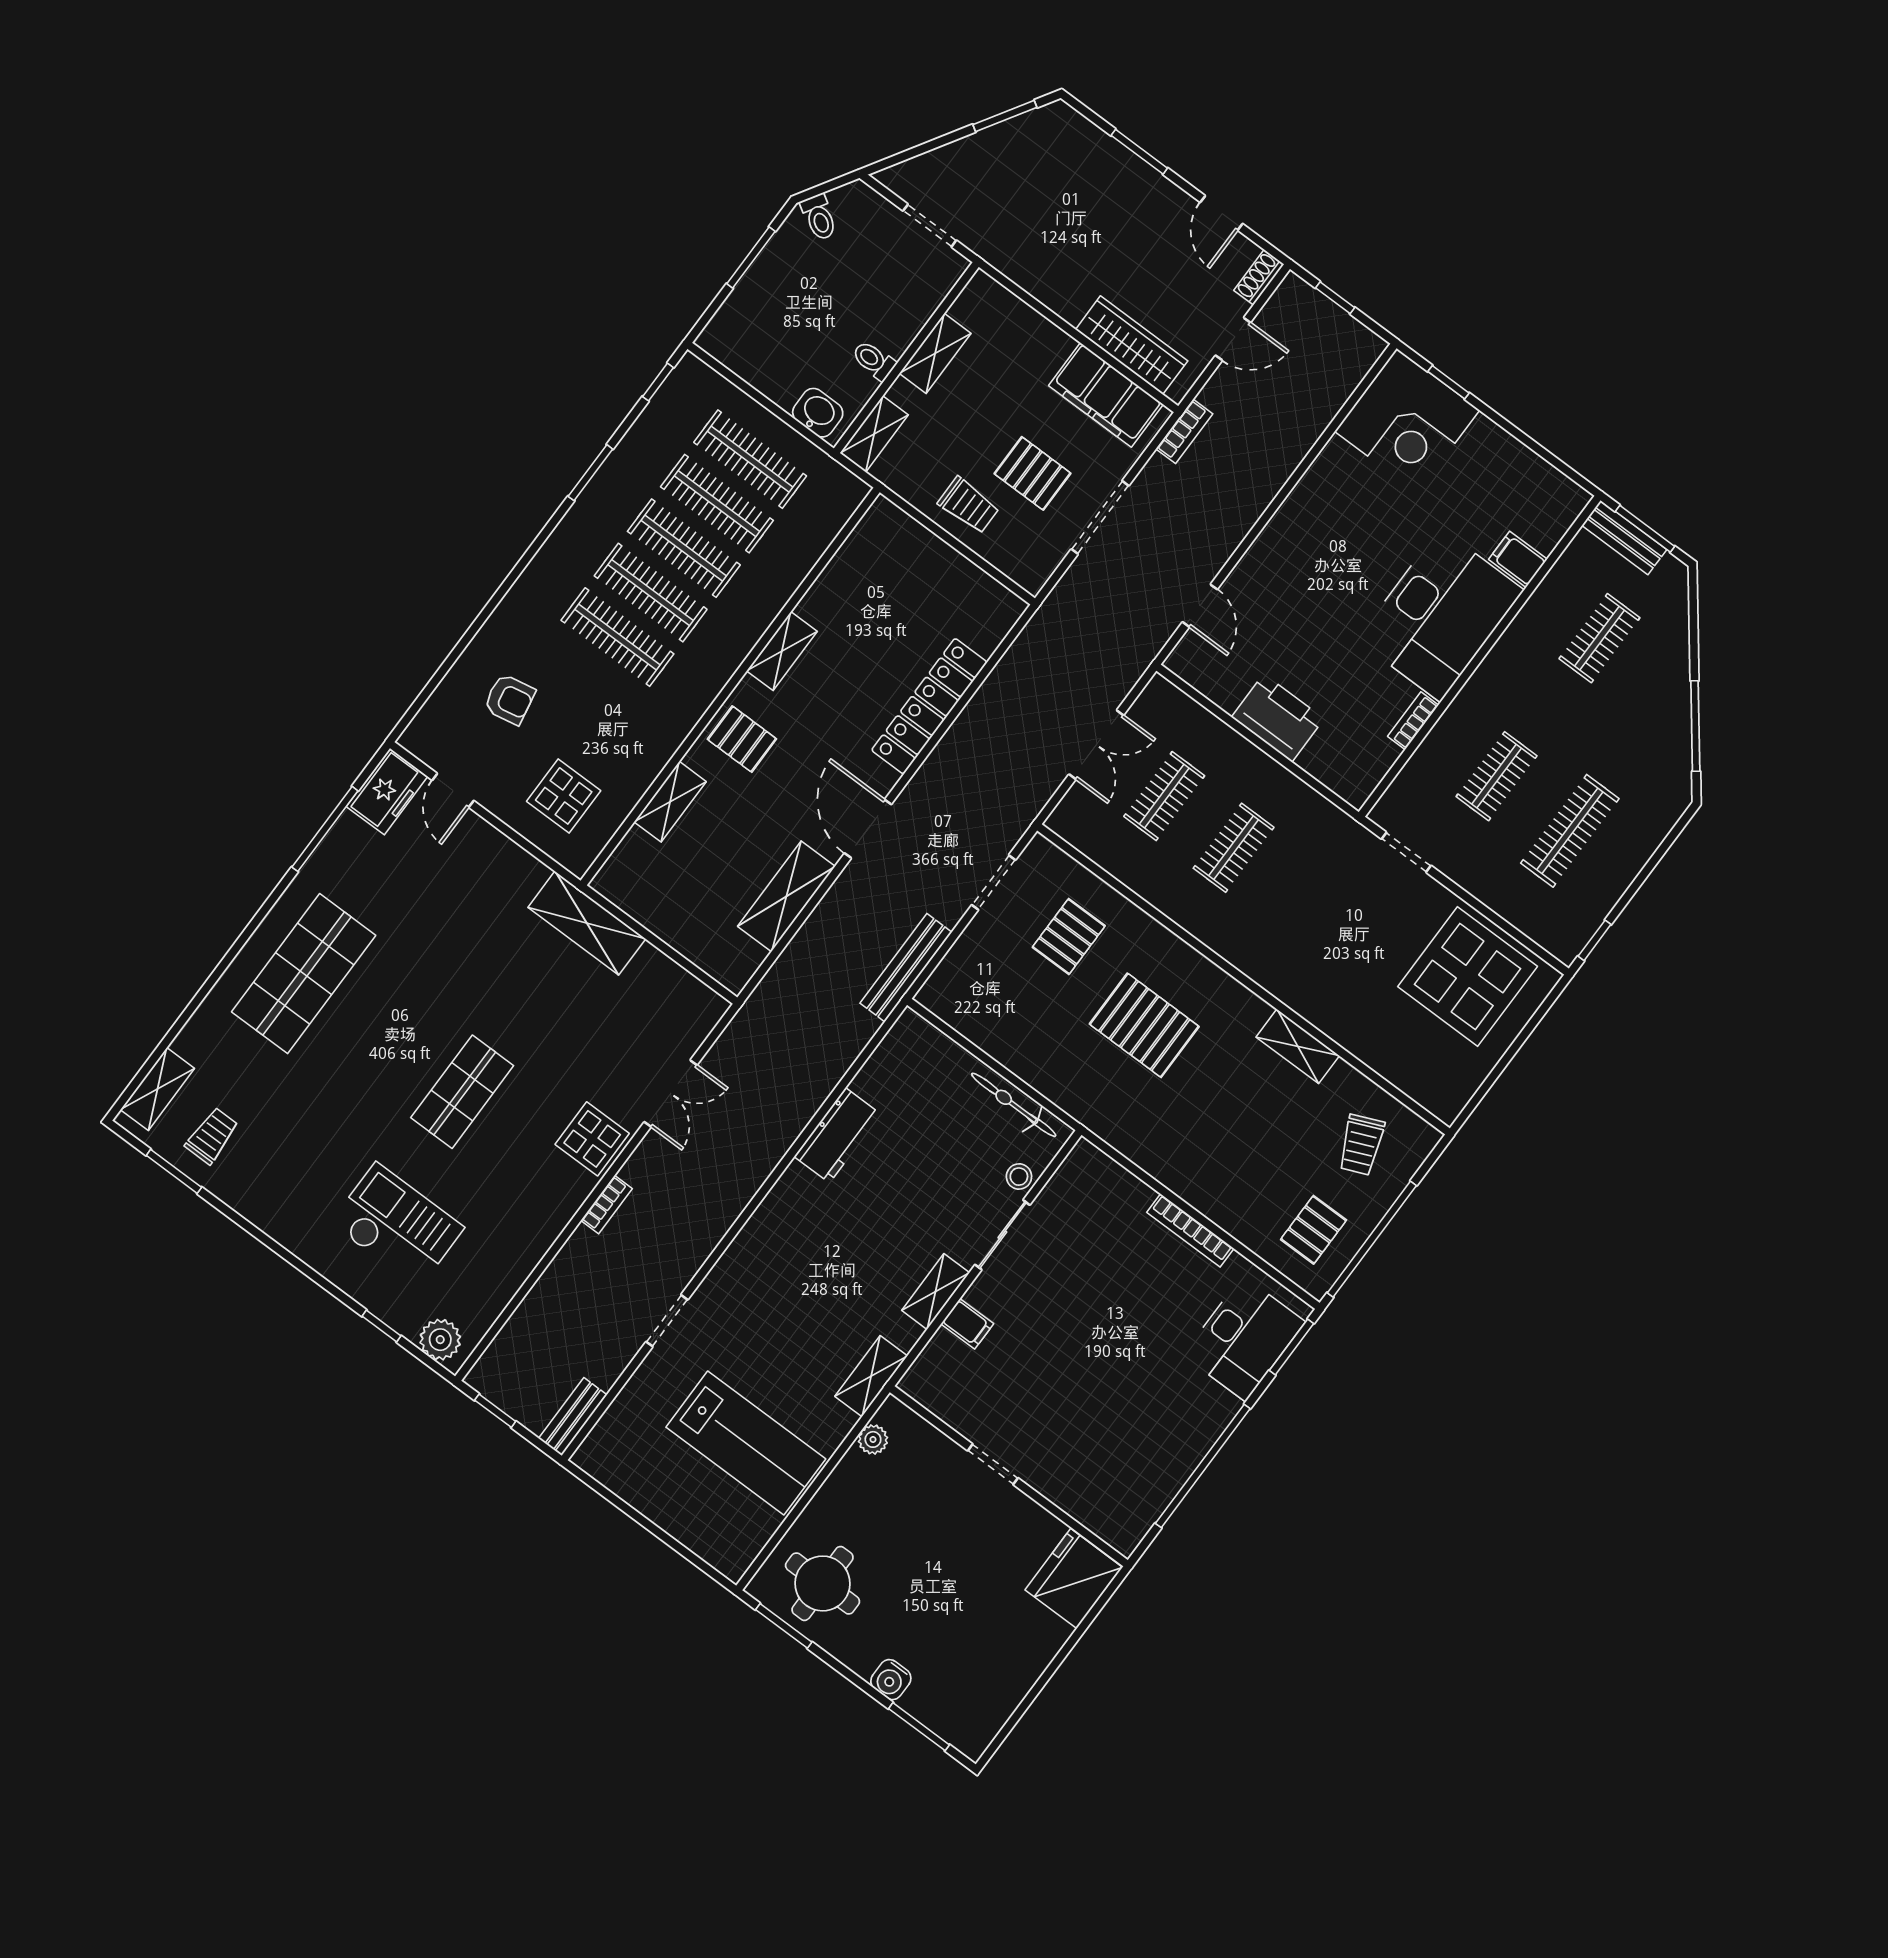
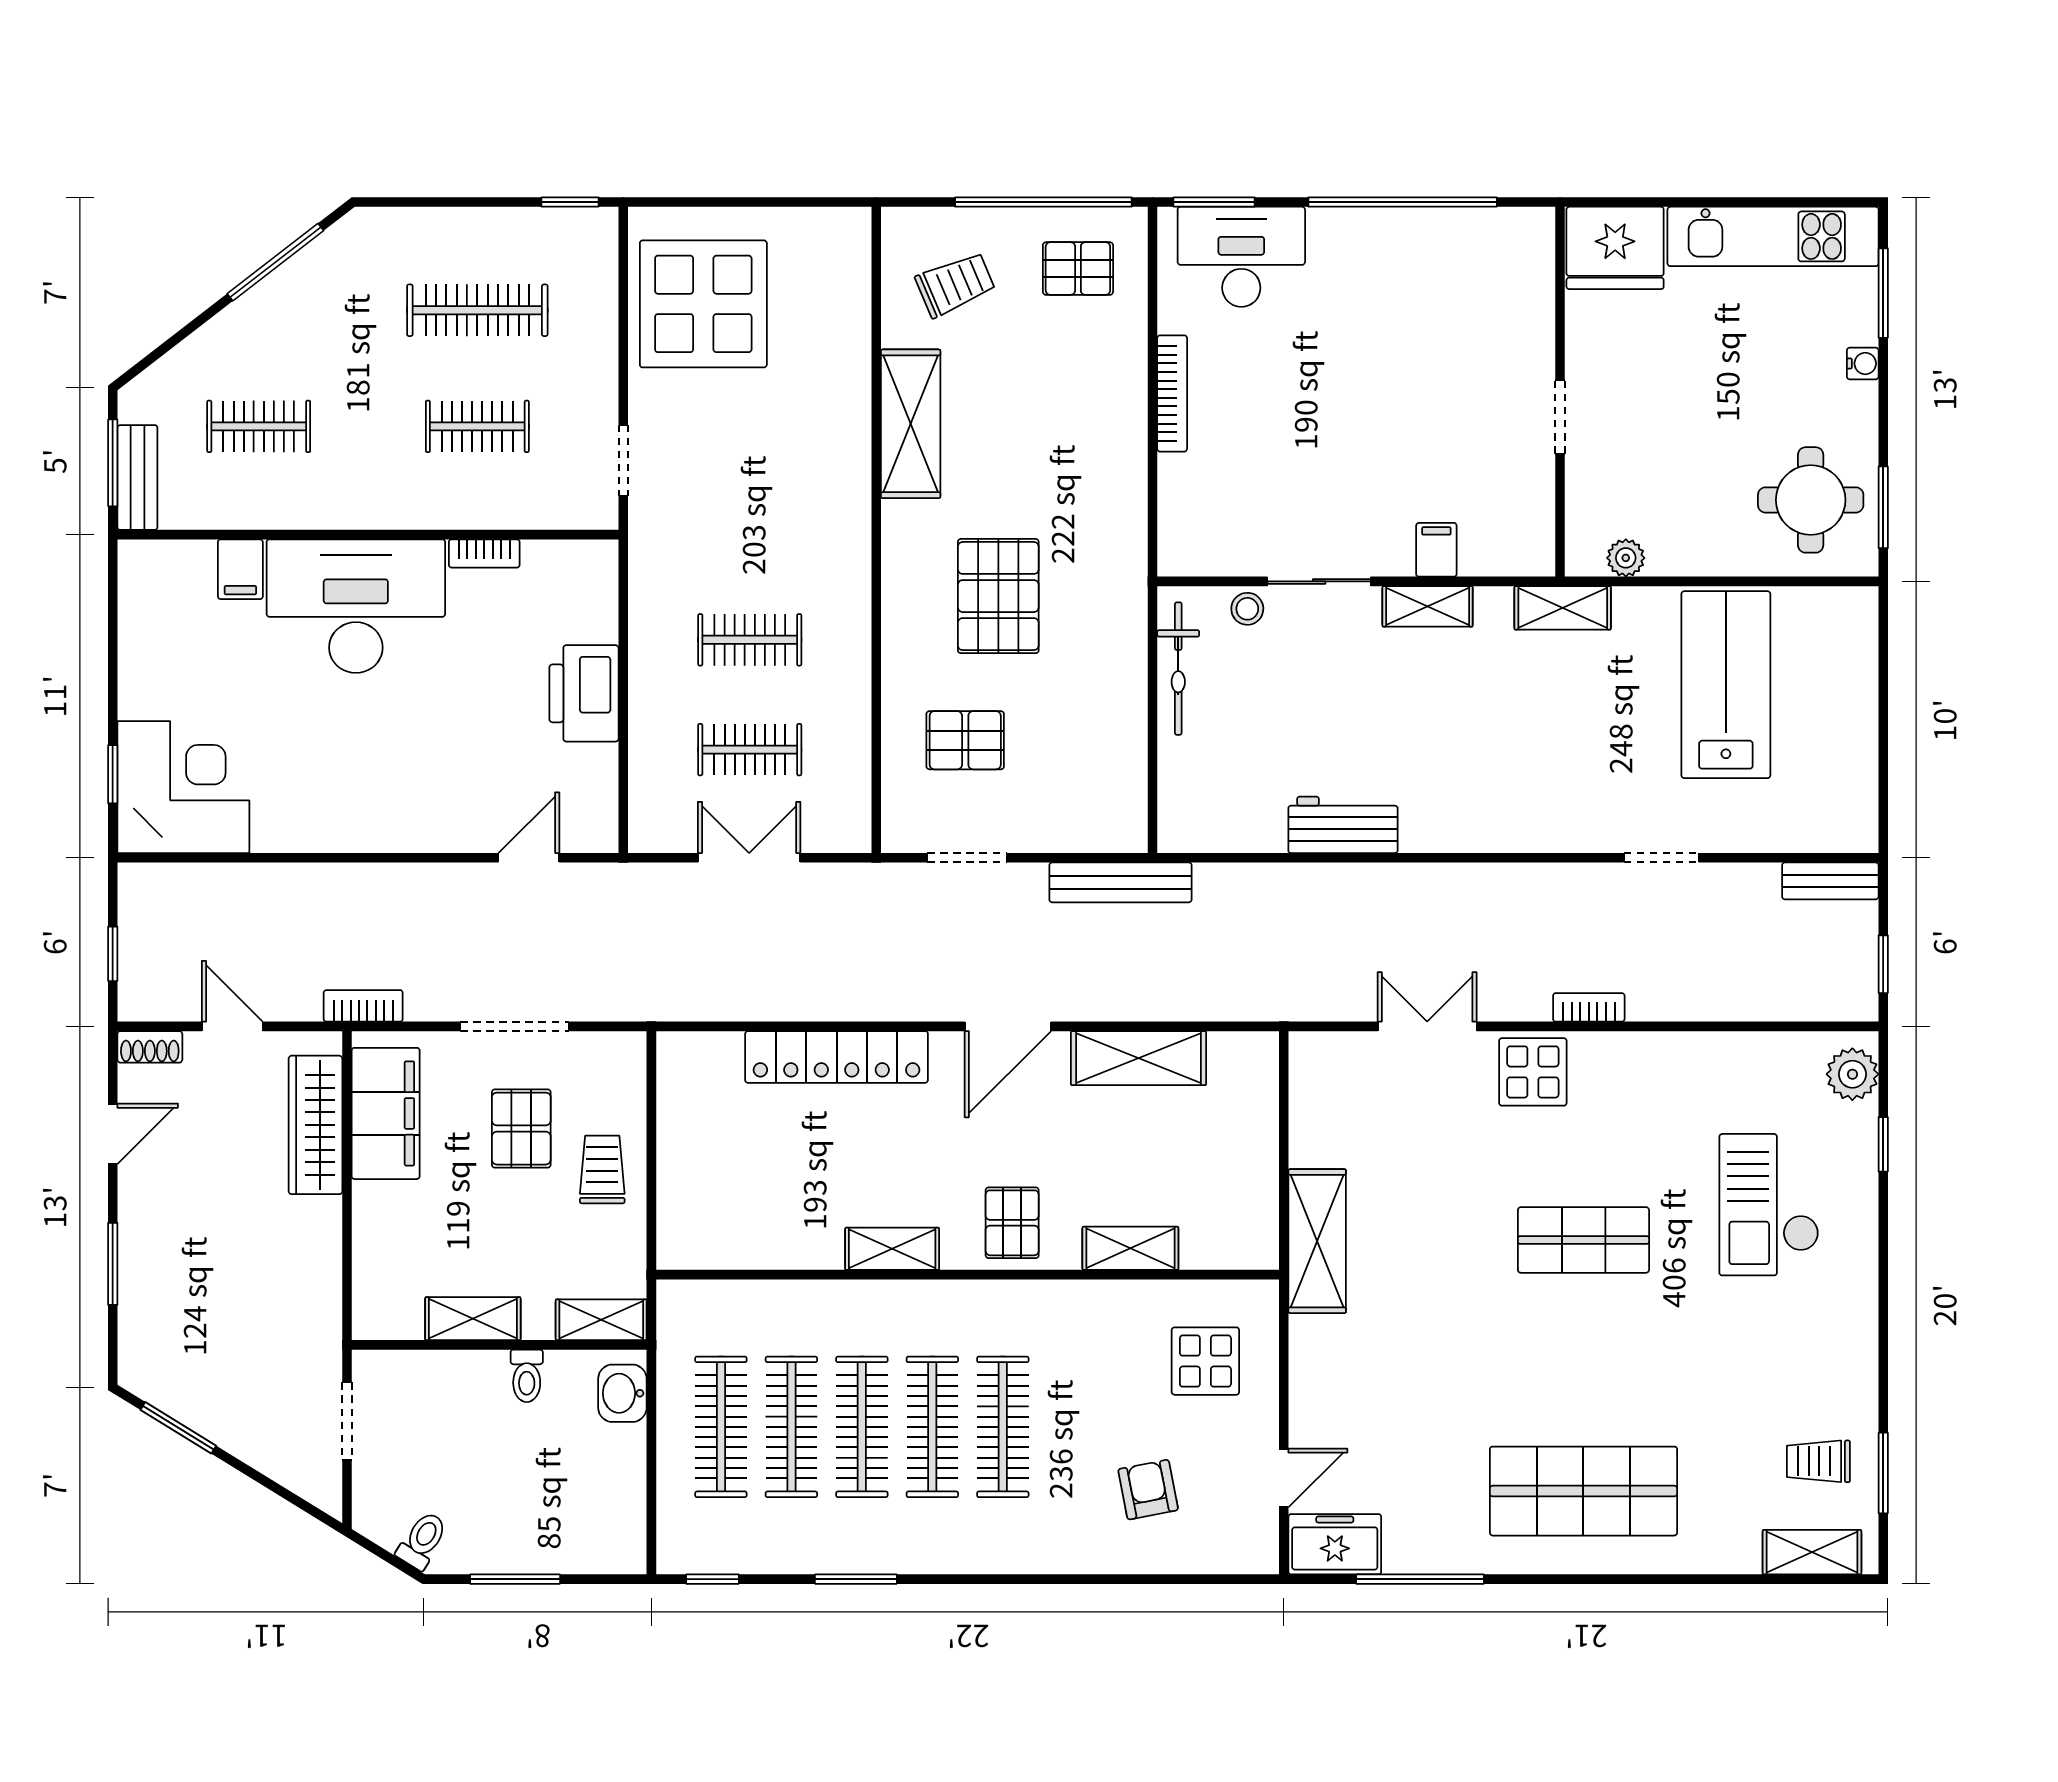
shelving: (1298, 1046) -> (911, 424), width x1.50, depth x1.33
water cooler: (891, 1680) -> (1863, 364), width x0.72, depth x0.72
kitchen unit: (1007, 1684) -> (1773, 236), added

